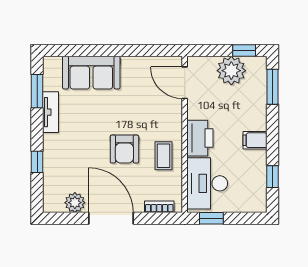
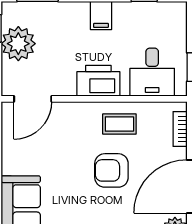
armchair: (124, 149) -> (111, 170), turned 180
desk: (207, 183) -> (152, 72), width x0.73

